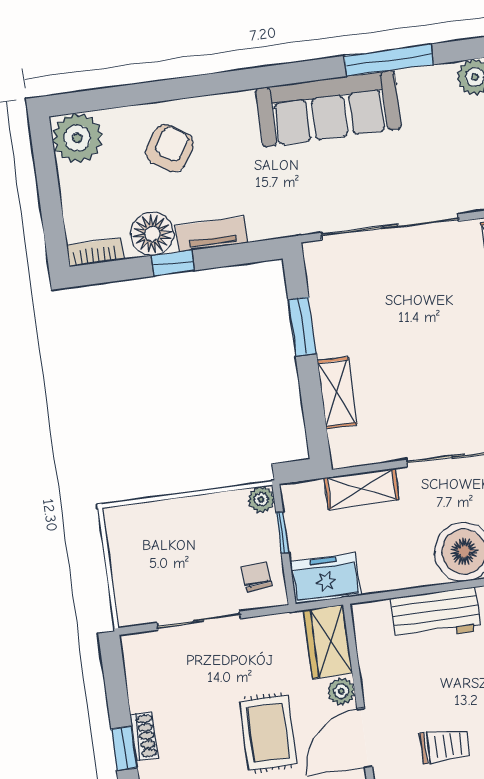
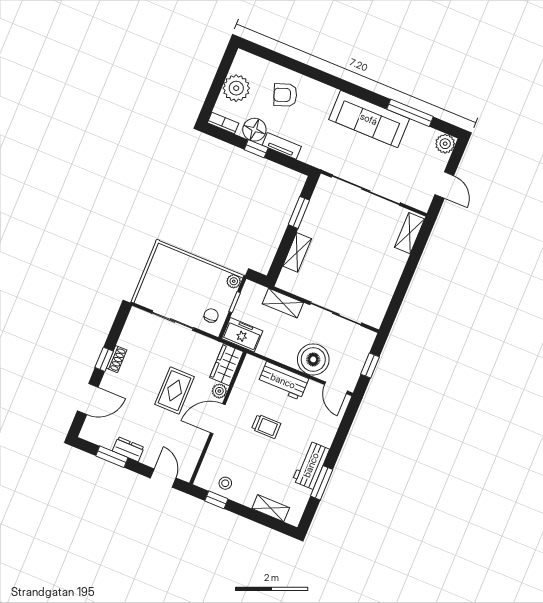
plant: (77, 138) -> (236, 88), moved
armchair: (170, 148) -> (285, 95), turned -144
trolley: (445, 746) -> (266, 426), moved

